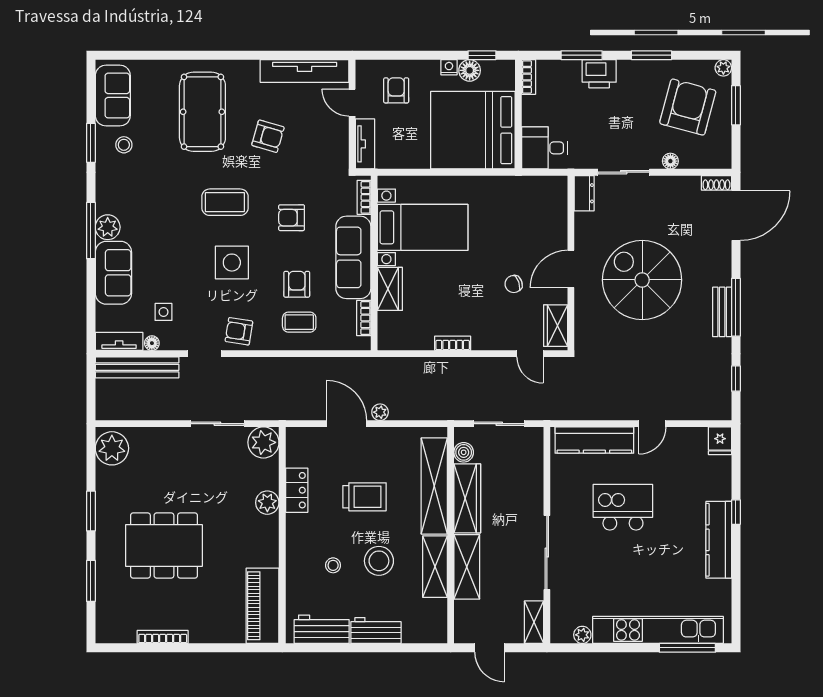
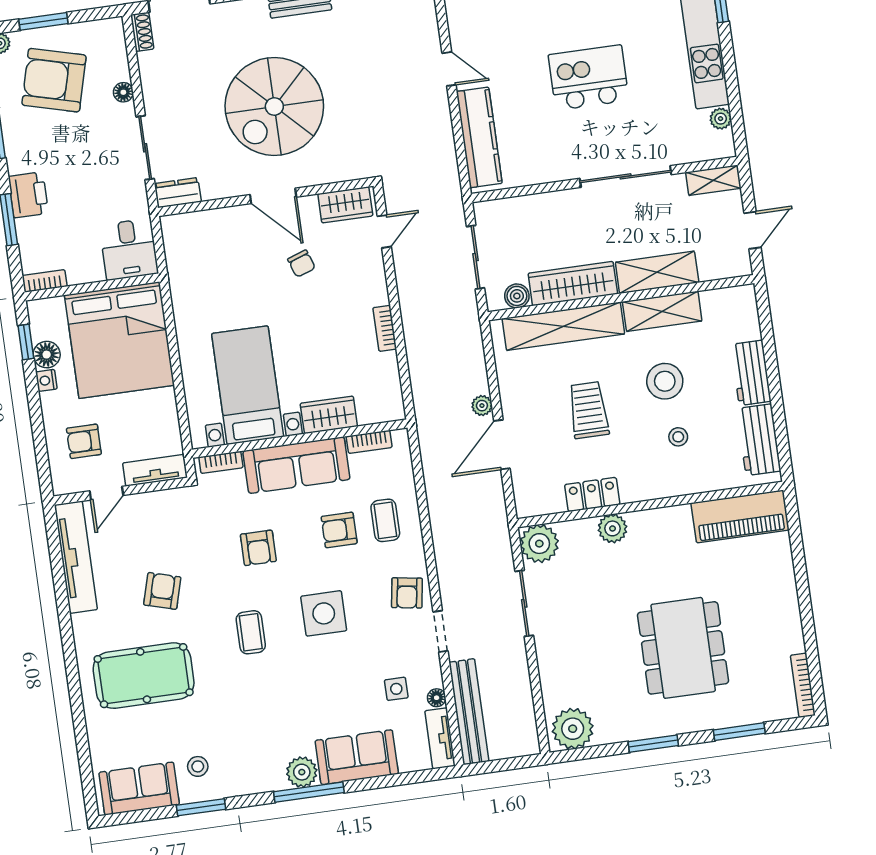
coffee table: (225, 202) -> (251, 632), width x0.73, depth x0.77
kitchen island: (623, 507) -> (589, 78), moved, turned 90
bookcase: (163, 637) -> (803, 685), moved

